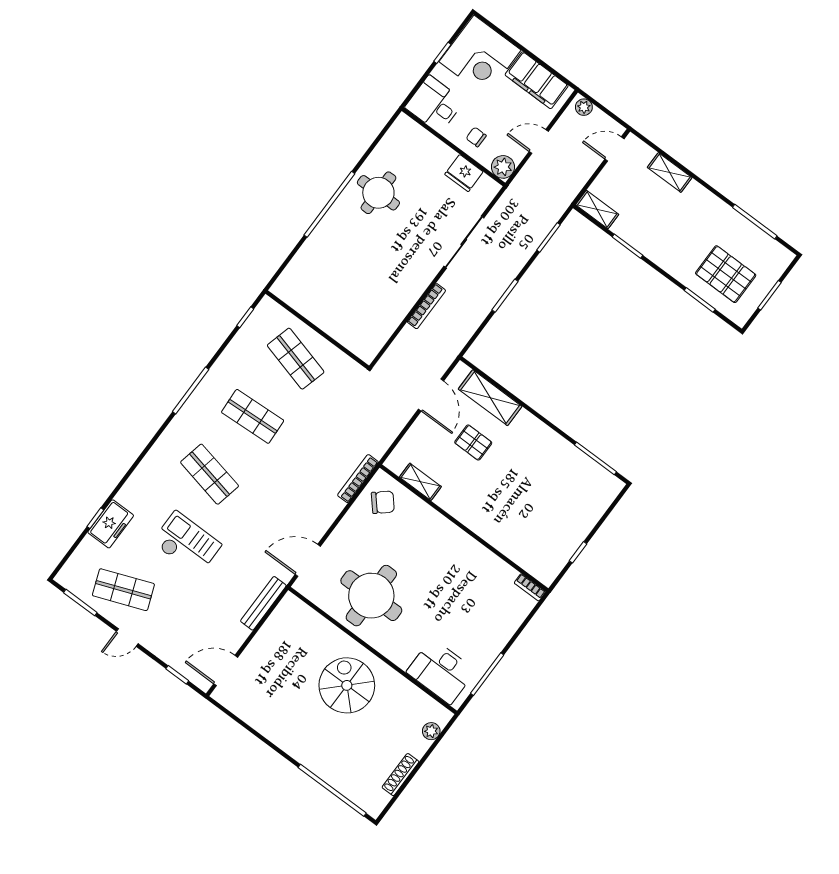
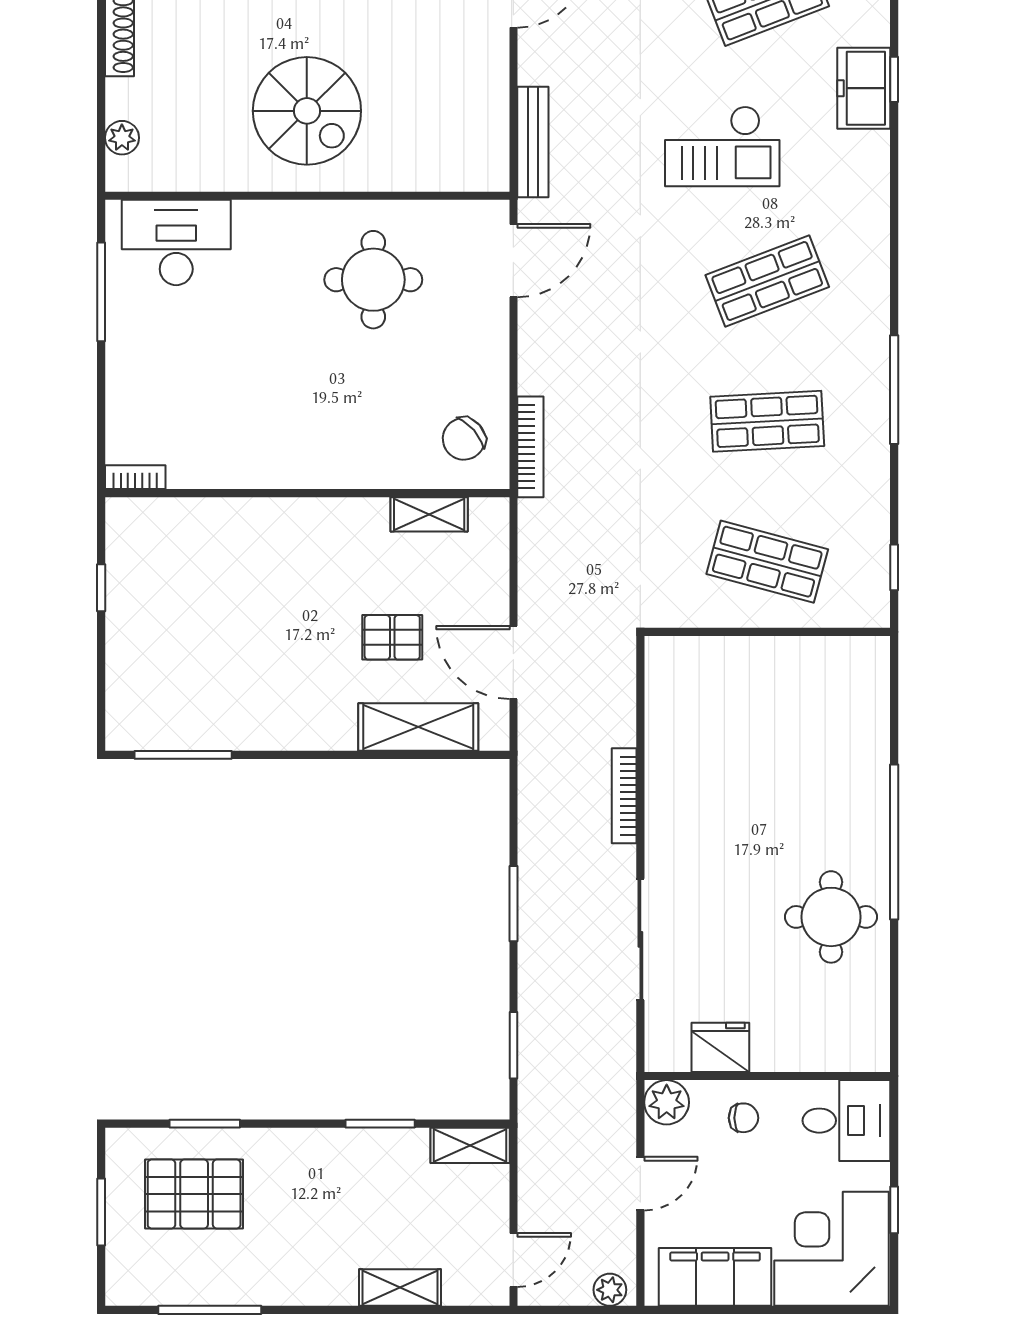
shop shelf: (210, 474) -> (767, 281), turned -33
round table: (371, 596) -> (373, 280), width x0.73, depth x0.73

